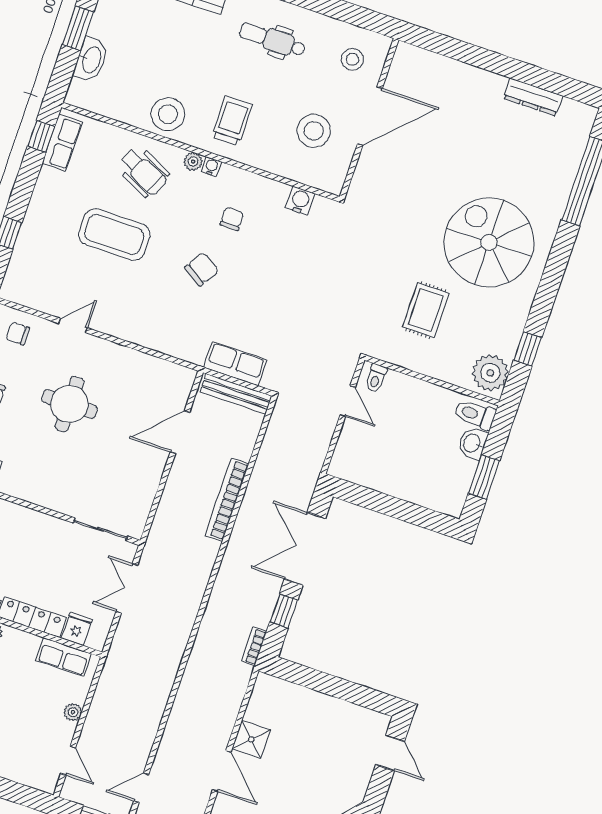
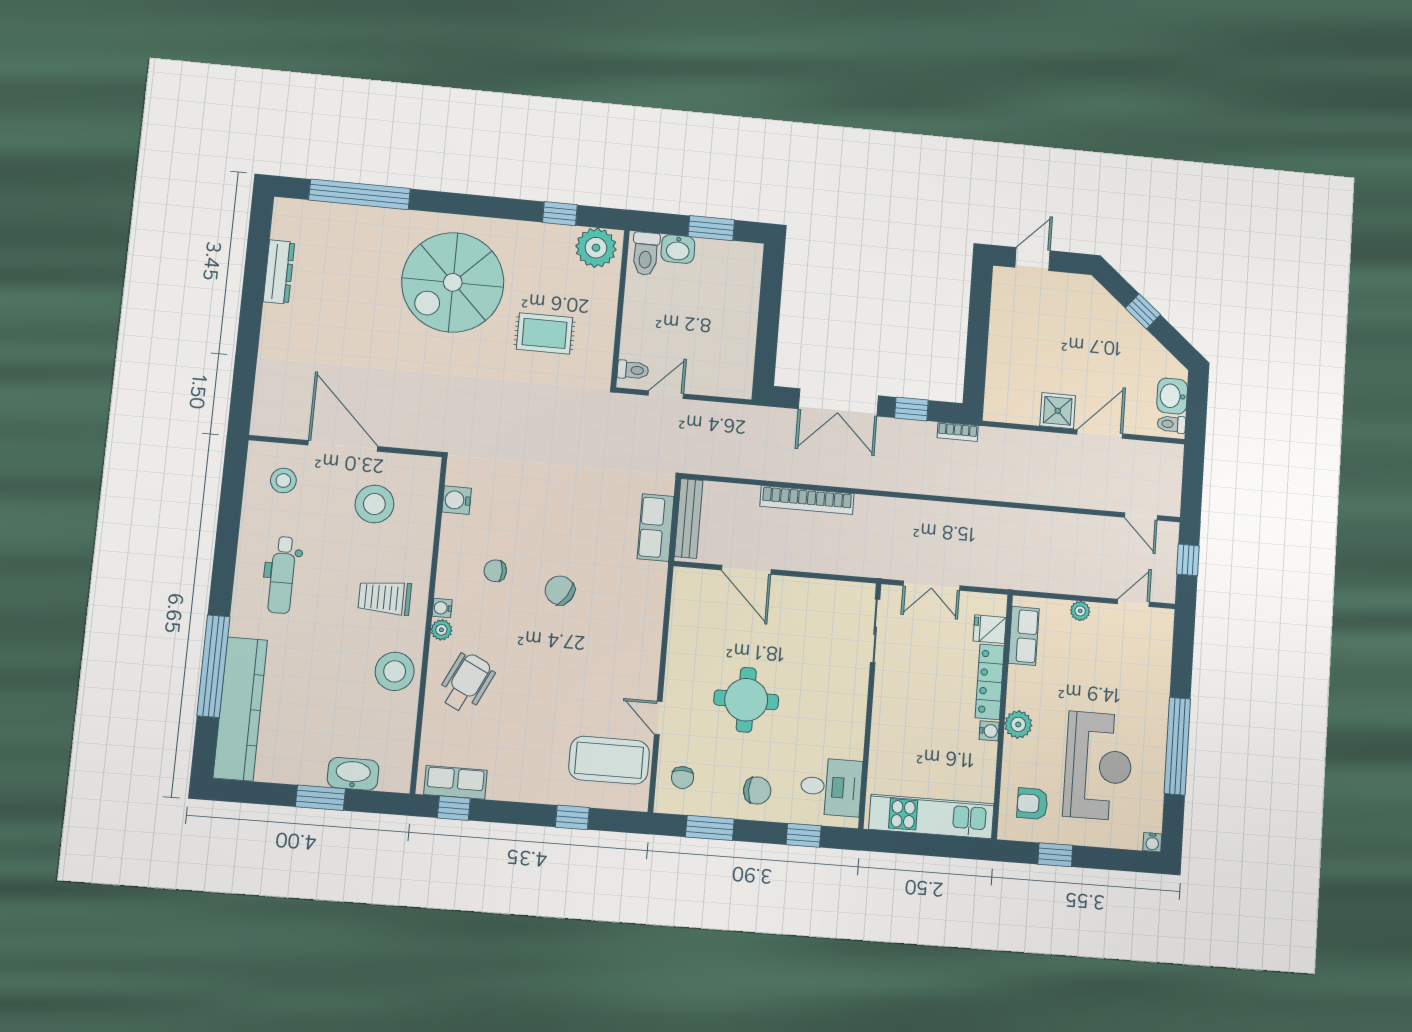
coffee table: (114, 234) -> (609, 760), moved, turned 90

